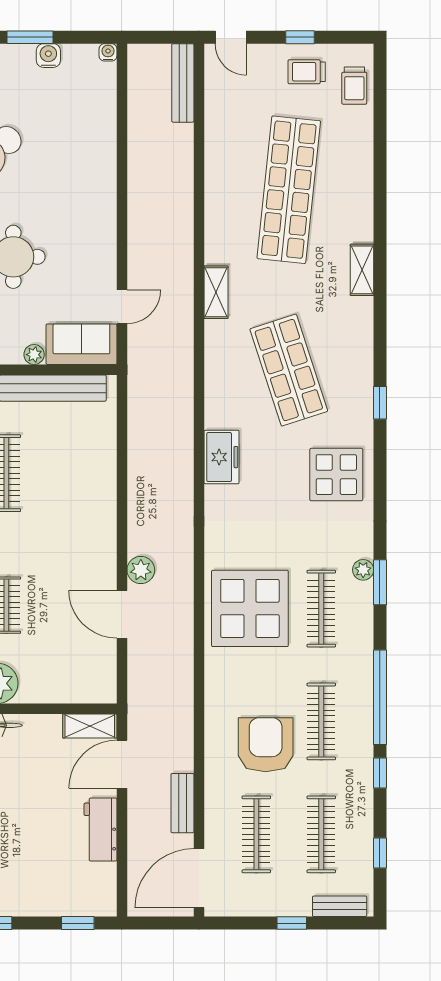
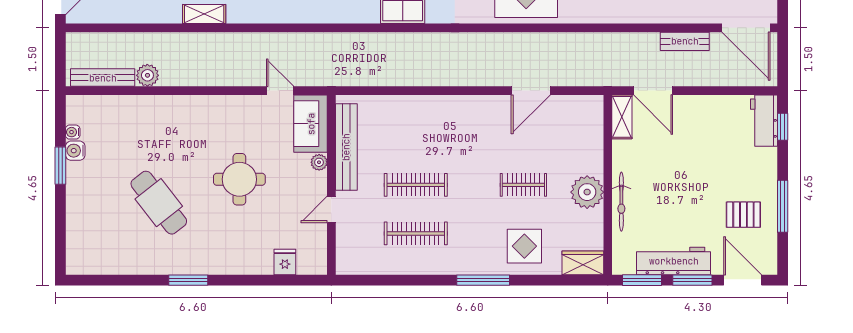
water cooler: (108, 52) -> (73, 132), moved
bench: (183, 83) -> (103, 78), moved
shelving: (216, 292) -> (204, 14), moved
plant: (141, 570) -> (147, 75), moved
workbench: (100, 830) -> (764, 121), moved, turned 90

